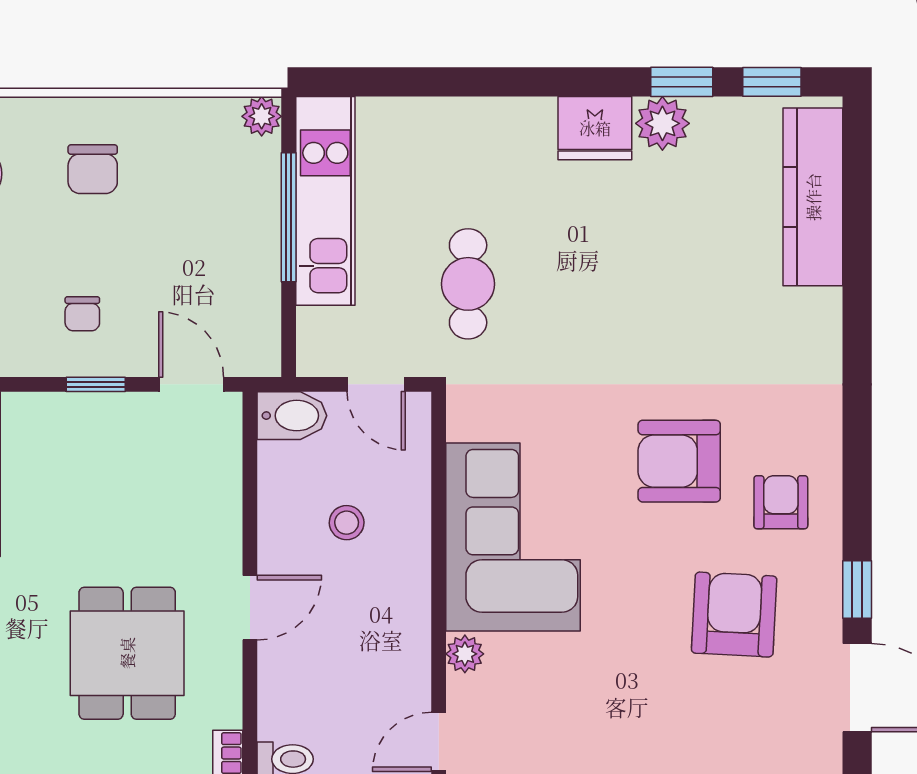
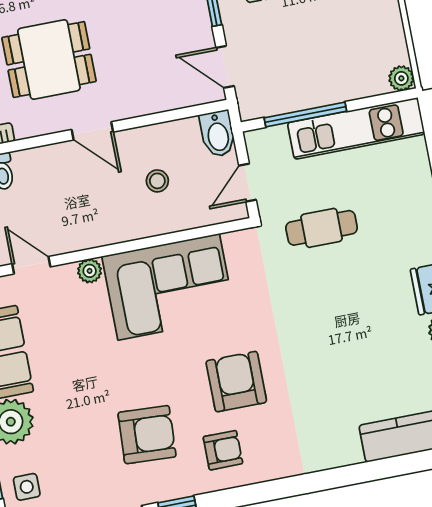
window: (289, 217) -> (305, 115), moved
door: (191, 384) -> (225, 67), swing flipped

